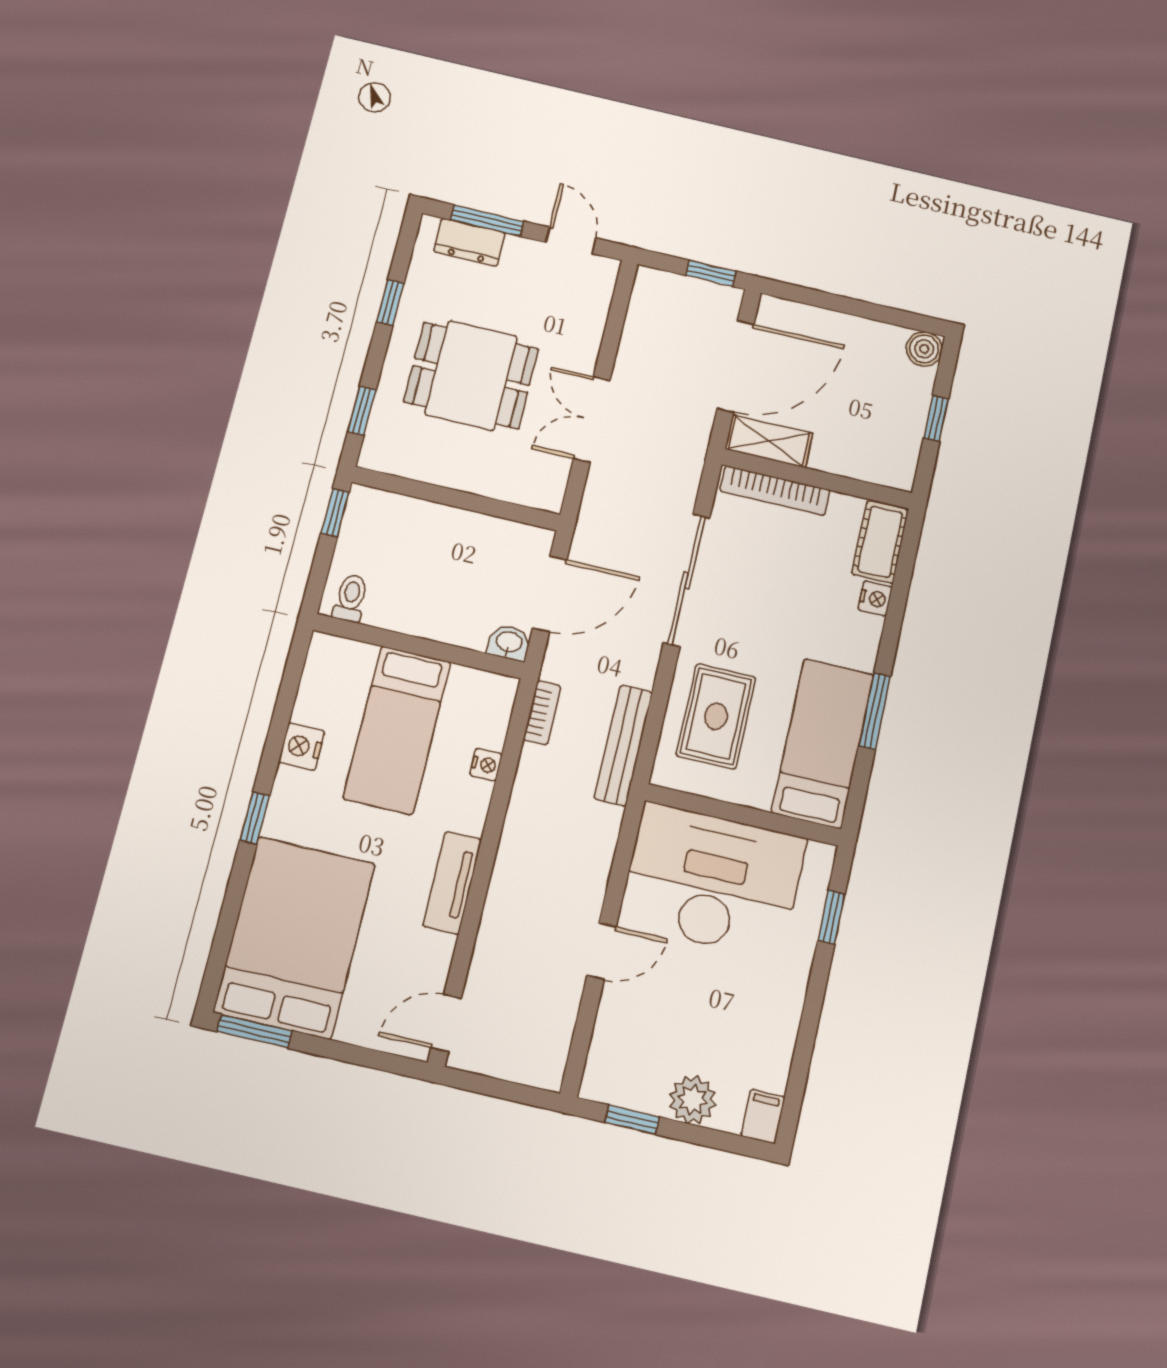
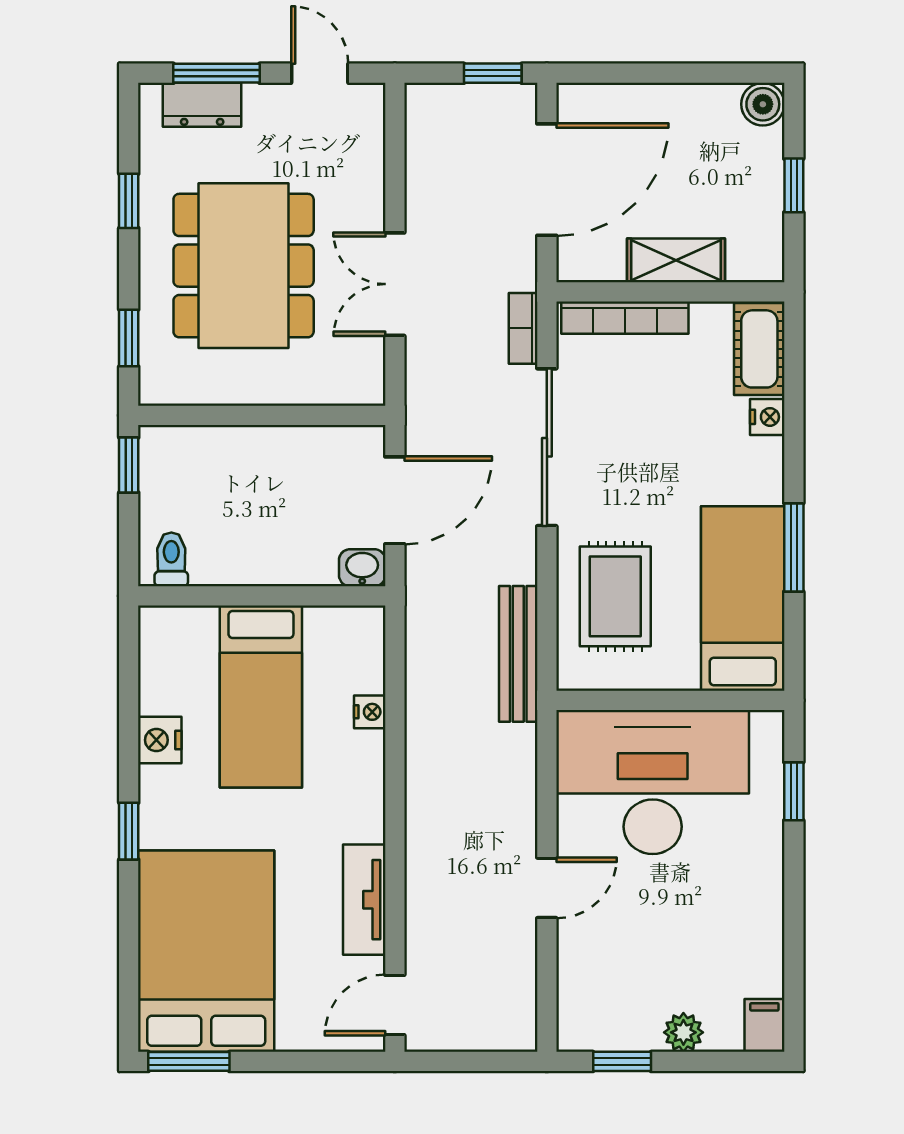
dining table: (471, 375) -> (244, 266), width x1.38
shelving: (769, 441) -> (676, 260), moved
bookcase: (542, 713) -> (523, 328), moved, turned 180
tv unit: (452, 883) -> (364, 900), moved
plant: (693, 1100) -> (683, 1032), width x0.73, depth x0.73

